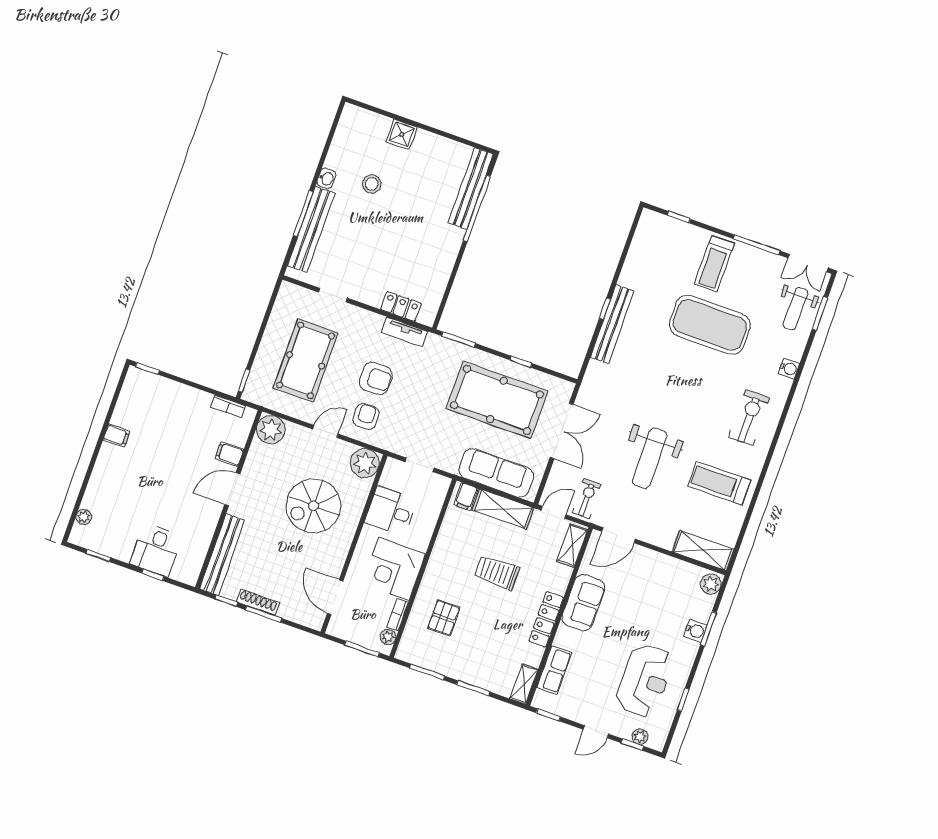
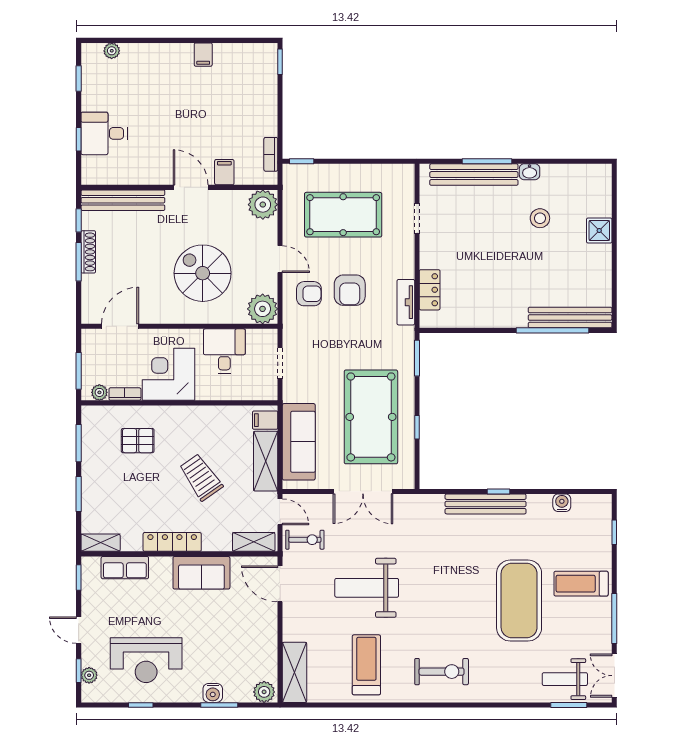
water cooler: (789, 368) -> (562, 503), moved, turned 180
trolley: (497, 573) -> (201, 477), turned -35

